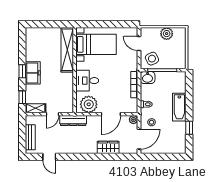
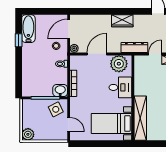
plant: (167, 34) -> (28, 134), moved
bathtub: (179, 107) -> (28, 29), moved
wardrobe: (108, 147) -> (122, 21), moved

